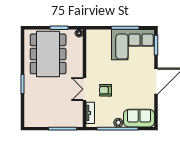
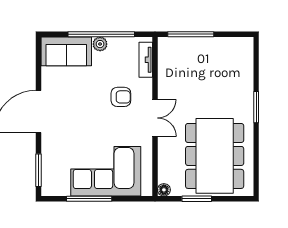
corner sofa: (133, 45) -> (106, 171), moved
double door: (85, 89) -> (155, 118), moved

